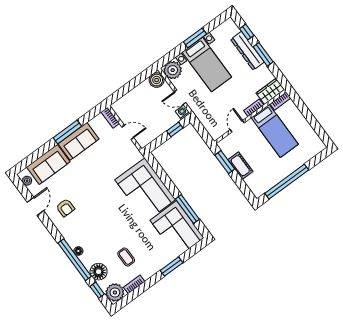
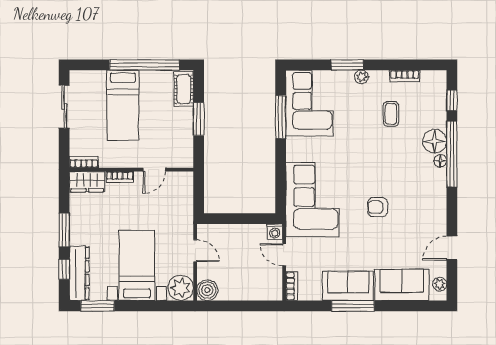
window: (195, 38) -> (97, 306), moved
dresser: (247, 51) -> (79, 273), moved
washing machine: (183, 112) -> (275, 232), moved
sliding door: (315, 124) -> (64, 107), added
window: (175, 129) -> (228, 219), removed
bed: (275, 131) -> (123, 105), moved, turned 180
window: (225, 162) -> (199, 119), moved
cot: (240, 166) -> (184, 89), moved
corner sofa: (145, 190) -> (312, 200), moved
armchair: (65, 208) -> (378, 207), moved, turned -90
floor lamp: (99, 272) -> (435, 141), moved
plant: (115, 292) -> (361, 77), moved, width x0.53, depth x0.53

